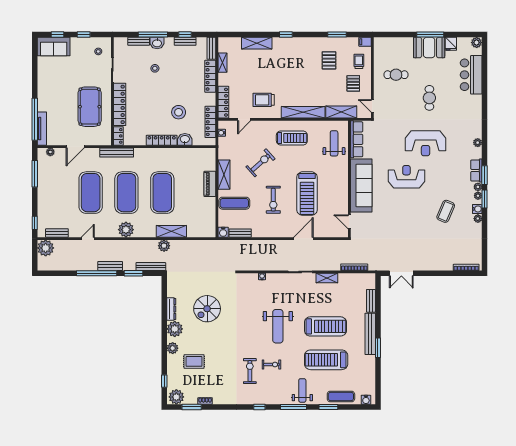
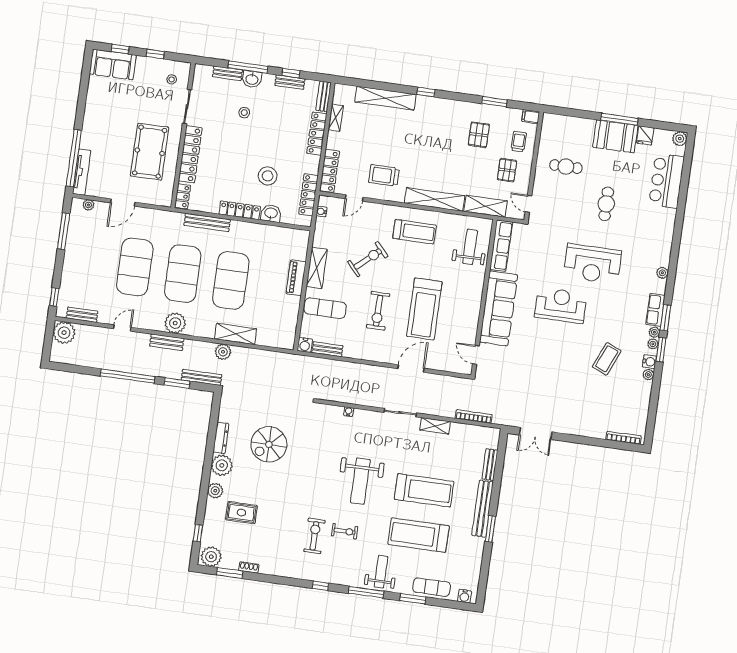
shelving: (257, 43) -> (385, 98), width x1.47
bench: (117, 153) -> (207, 222), moved
bench: (110, 266) -> (167, 342), moved

